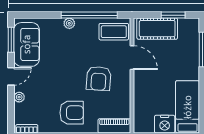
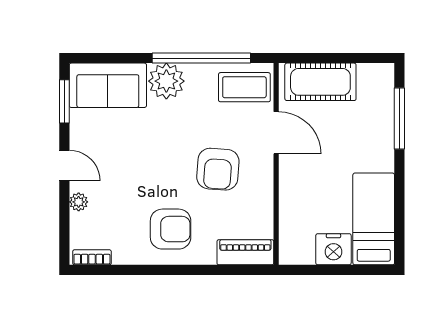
window: (173, 15) -> (348, 58), removed
plant: (69, 23) -> (166, 81), width x1.87, depth x1.87
sofa: (27, 44) -> (108, 85), moved, turned 90
door: (11, 76) -> (64, 166), hinge flipped

